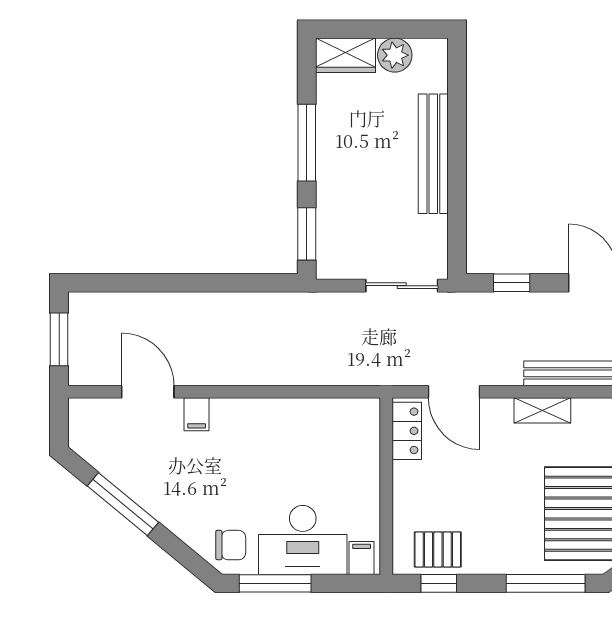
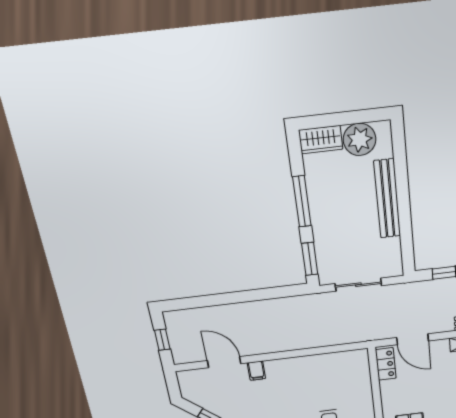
plant: (395, 55) -> (360, 139), width x1.36, depth x1.36
sliding door: (402, 286) -> (358, 285), moved
window: (59, 339) -> (162, 340), width x0.67

